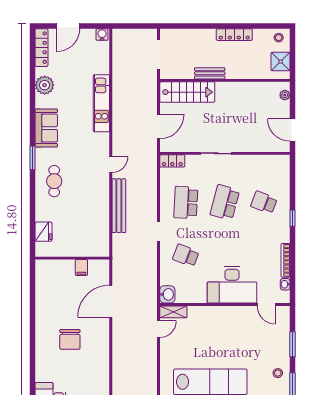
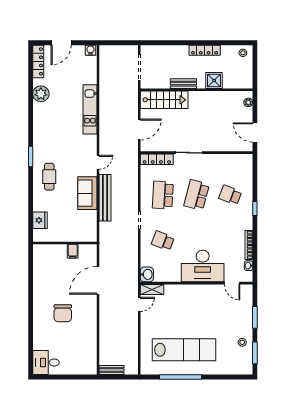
shower: (281, 62) -> (214, 80), moved
sofa: (46, 128) -> (87, 193), moved, turned 180
locker: (172, 161) -> (157, 159), width x1.53

